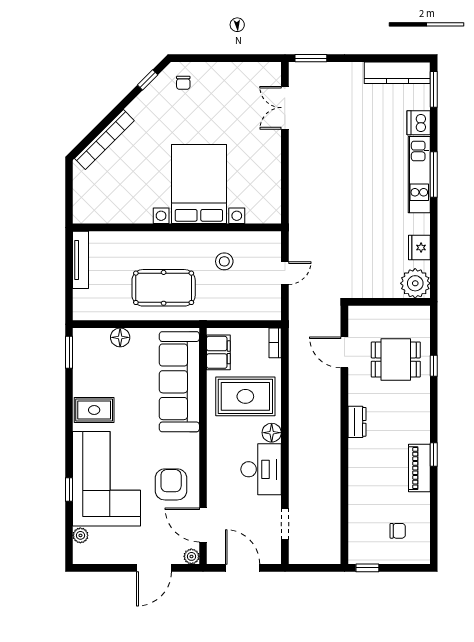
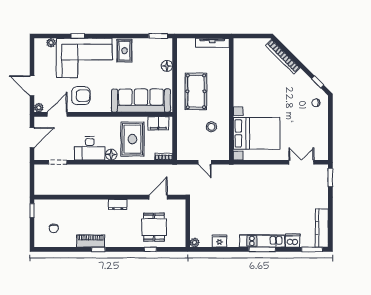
bed with nightstands: (199, 184) -> (257, 133), moved
plant: (415, 283) -> (195, 243), width x0.53, depth x0.53

